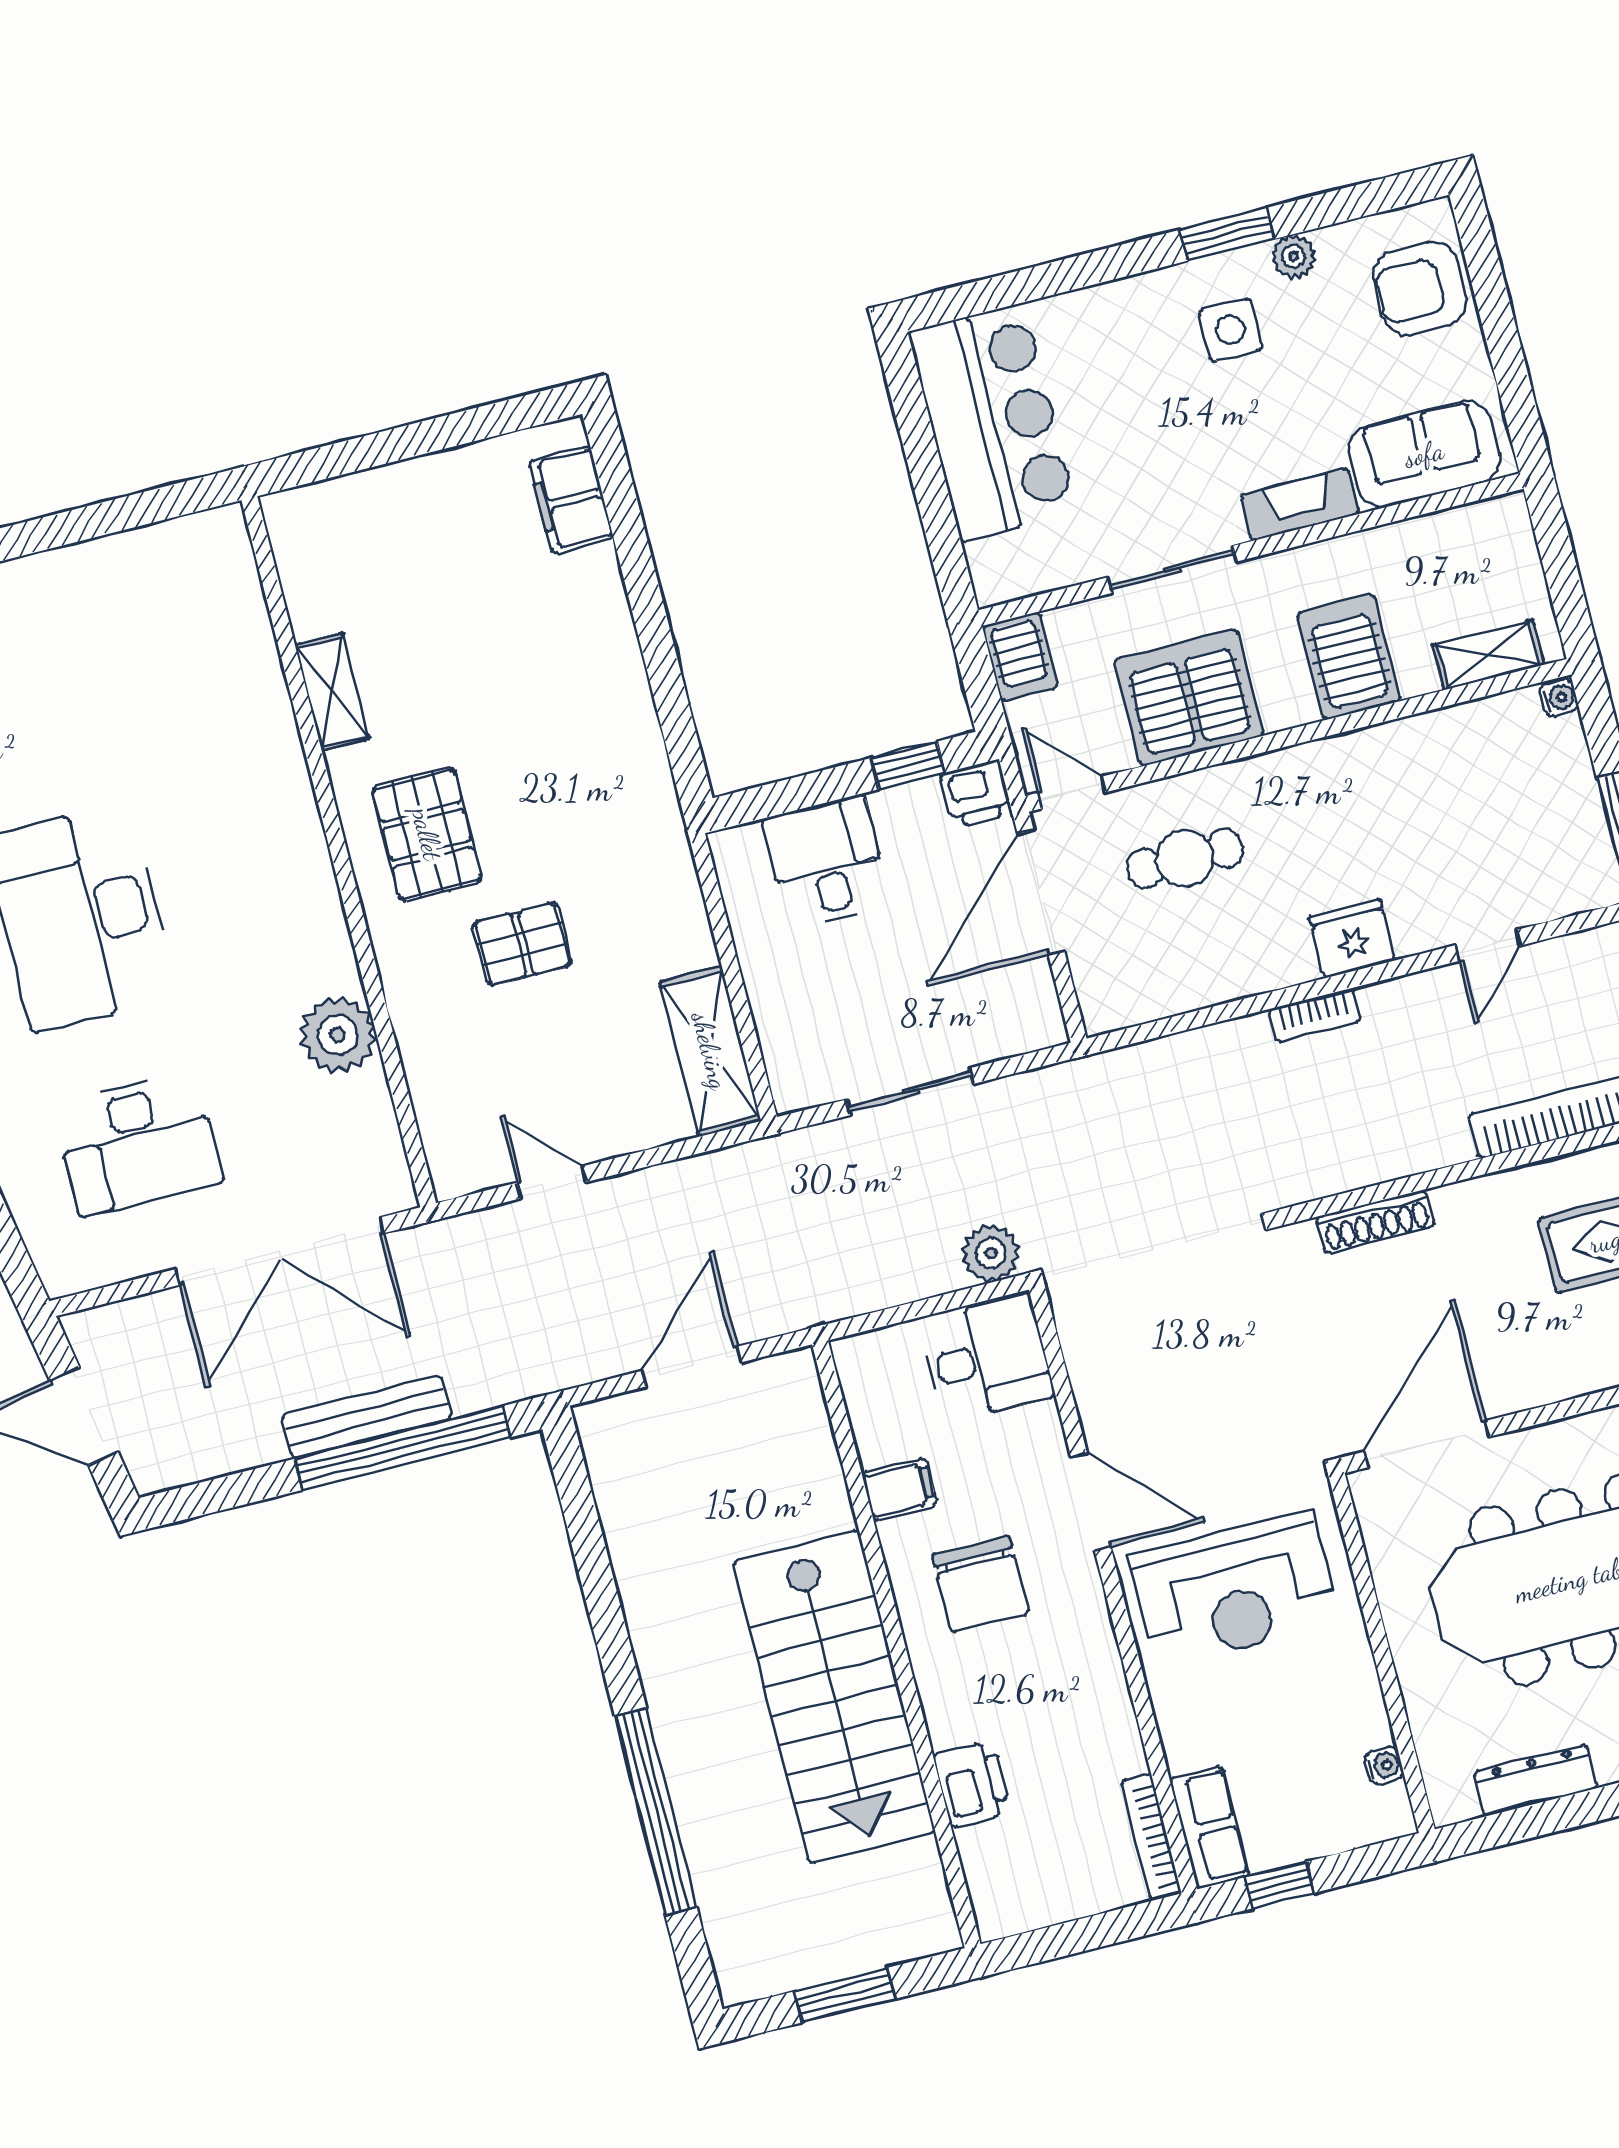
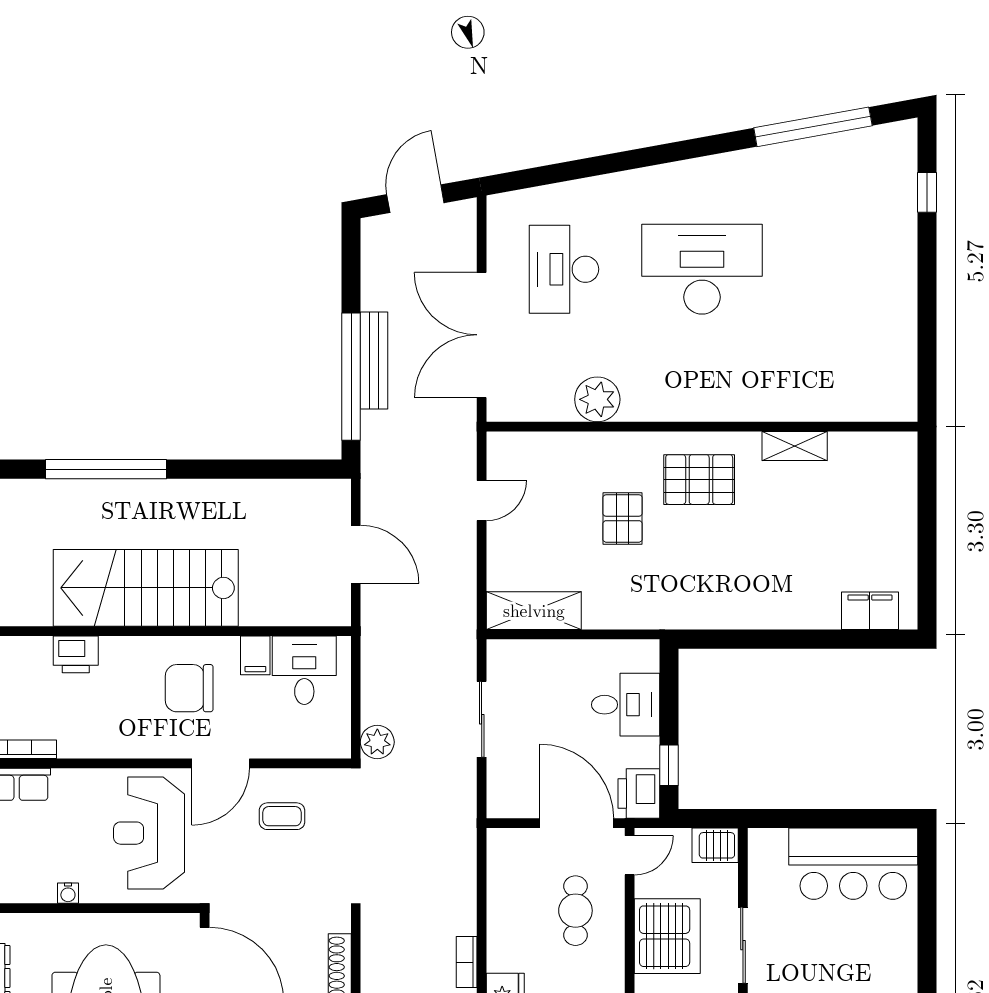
printer: (976, 794) -> (639, 794), width x1.36, depth x1.24
desk: (987, 1358) -> (304, 670), moved, turned 180
coffee table: (1152, 1379) -> (282, 816), added
water cooler: (1384, 1765) -> (68, 893), moved

